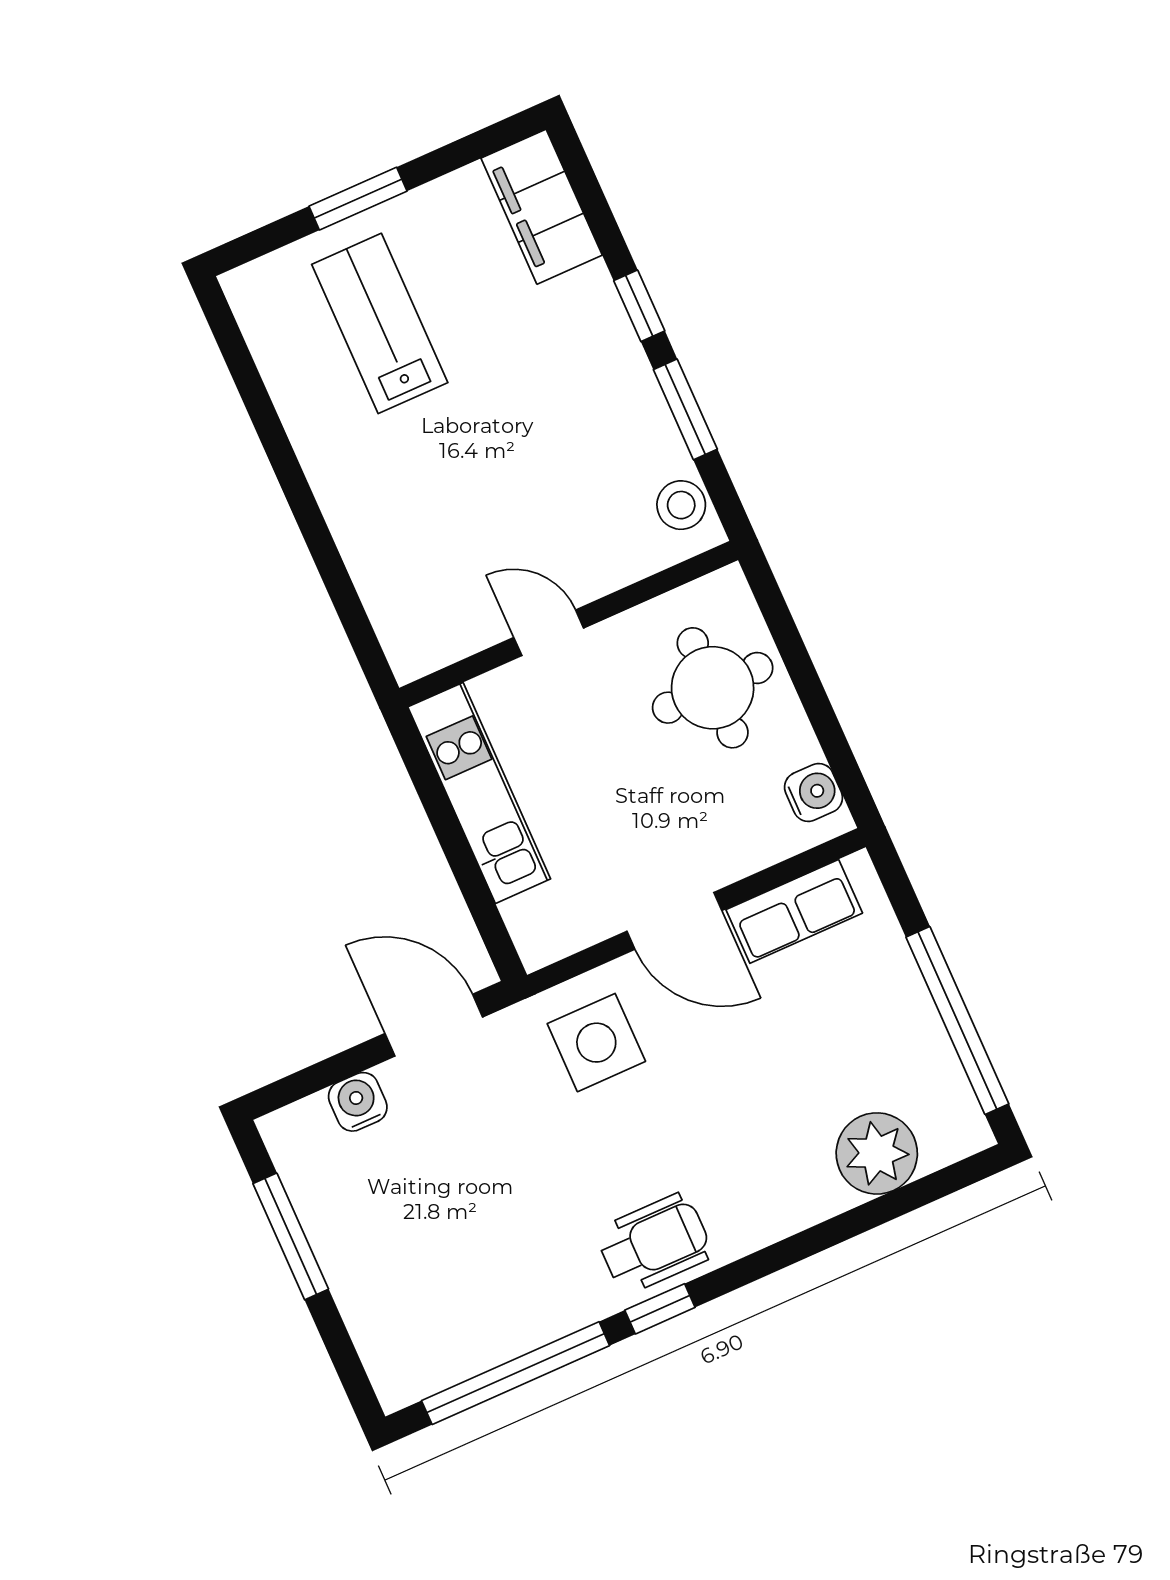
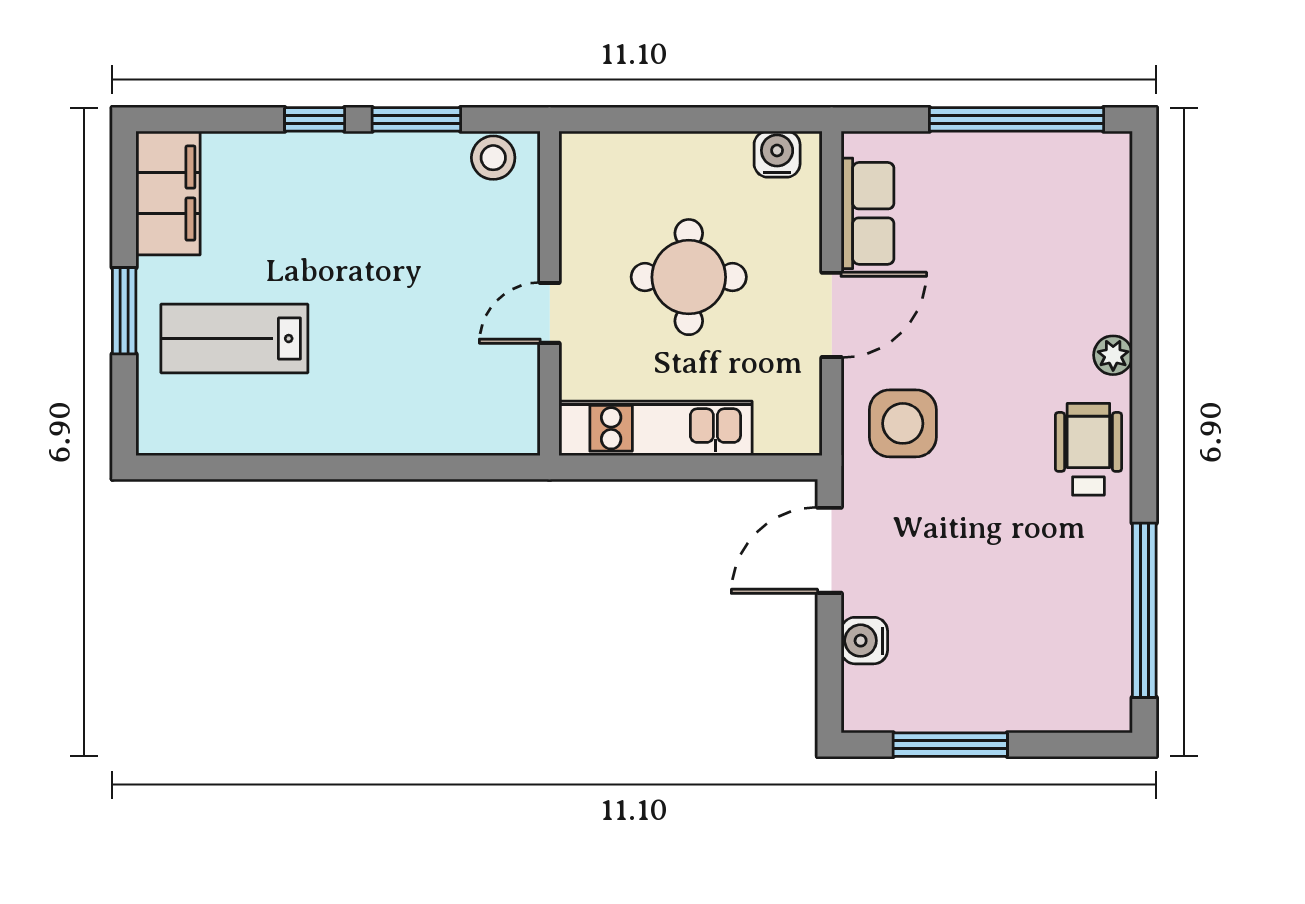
filing cabinet: (542, 207) -> (168, 193), moved, turned -90
round table: (713, 688) -> (689, 277), moved
plant: (877, 1153) -> (1113, 355), moved, width x0.53, depth x0.53
window: (660, 1309) -> (1144, 468), removed

